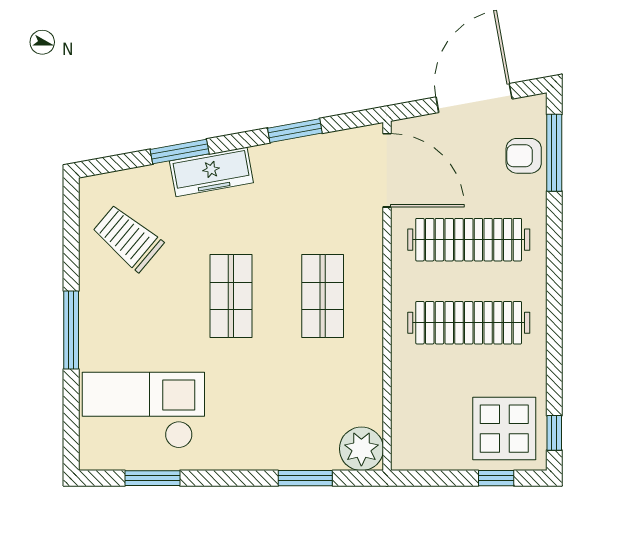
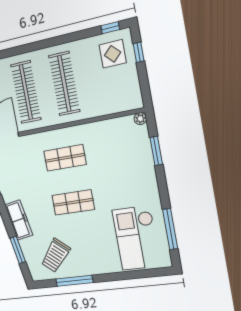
window: (180, 152) -> (18, 250), moved
window: (71, 330) -> (74, 281), moved
display table: (504, 429) -> (113, 54), width x0.73, depth x0.73
plant: (361, 449) -> (140, 119), width x0.53, depth x0.53
window: (152, 478) -> (170, 229), width x1.44

